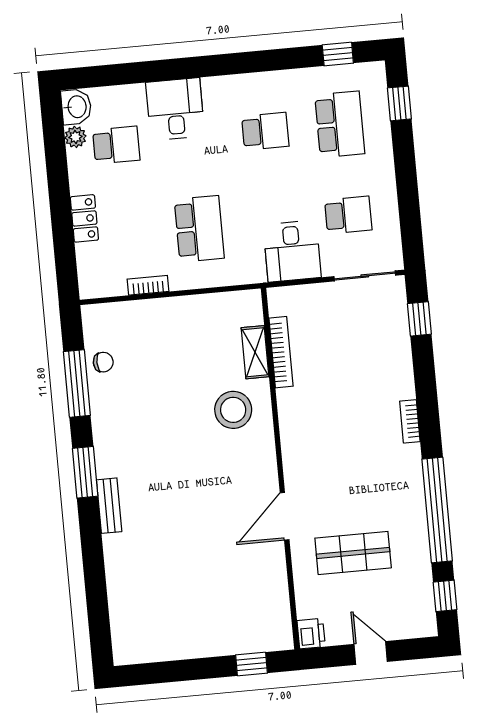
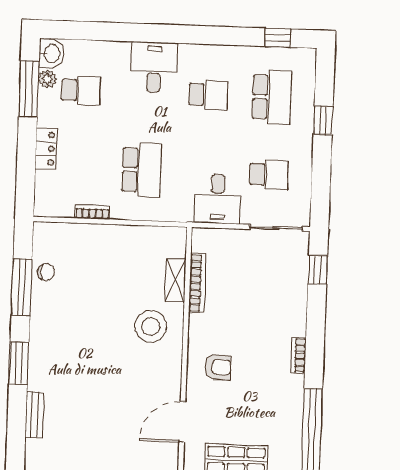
window: (399, 103) -> (323, 121), moved
desk: (175, 109) -> (154, 67), moved
window: (55, 152) -> (29, 89), added
armchair: (318, 447) -> (218, 367), added
bench: (109, 506) -> (35, 415), moved

